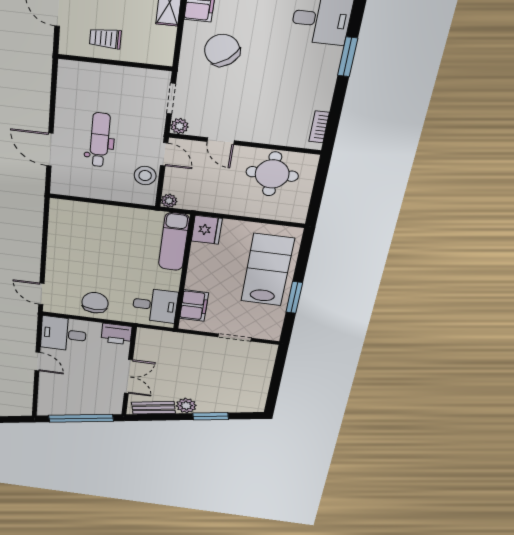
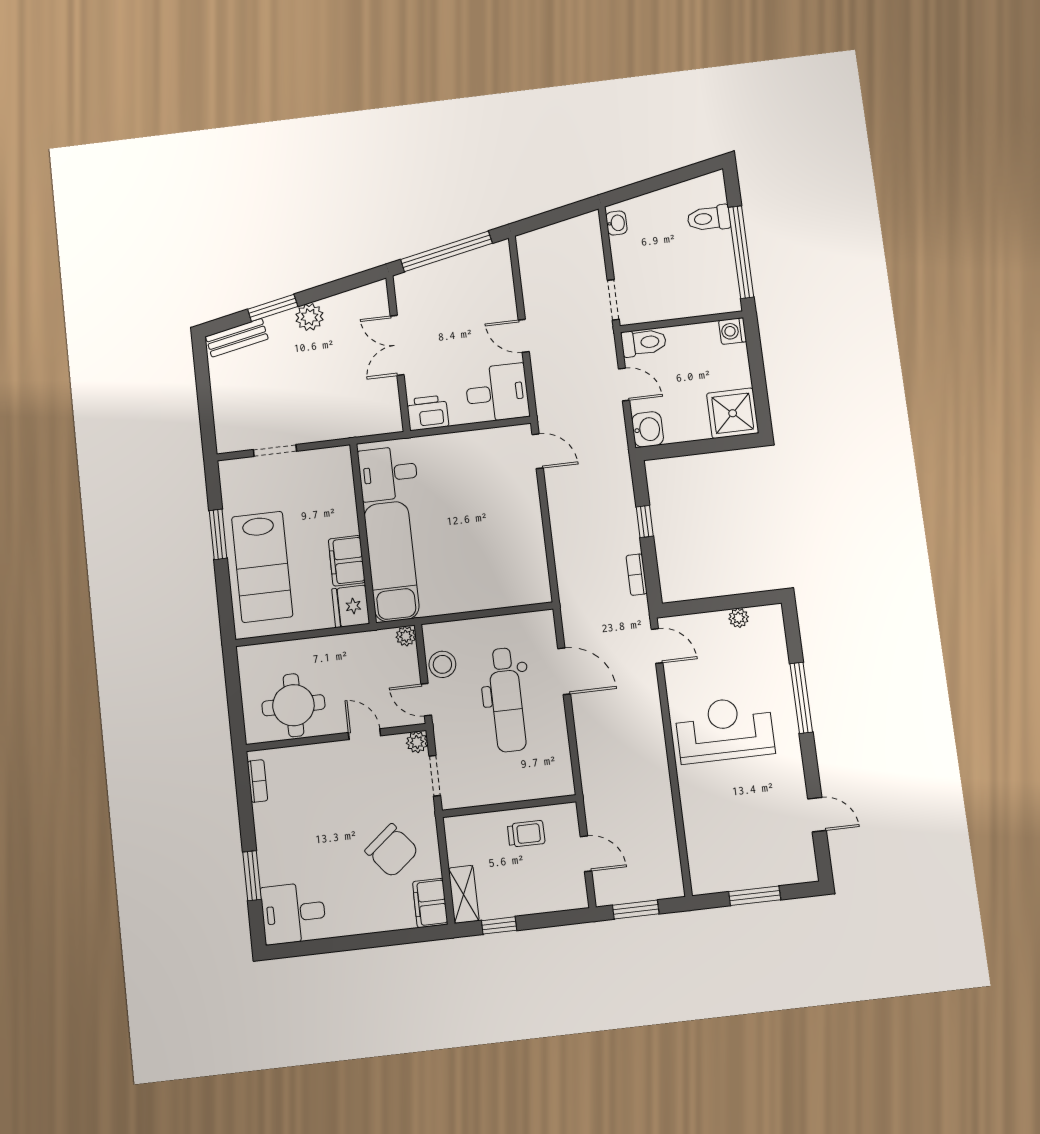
dental chair: (100, 140) -> (507, 700), width x1.36, depth x1.38
exam couch: (174, 242) -> (392, 562), width x1.36, depth x1.45
chair: (95, 303) -> (466, 456), removed
filing cabinet: (194, 306) -> (347, 561), moved
bench: (153, 408) -> (237, 338), moved

